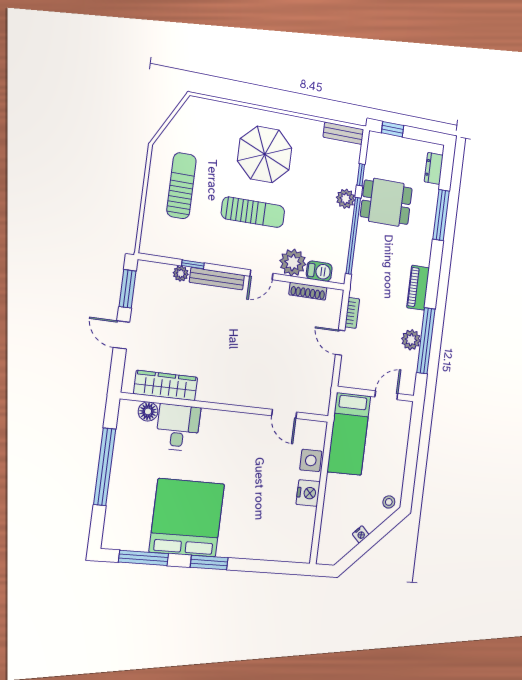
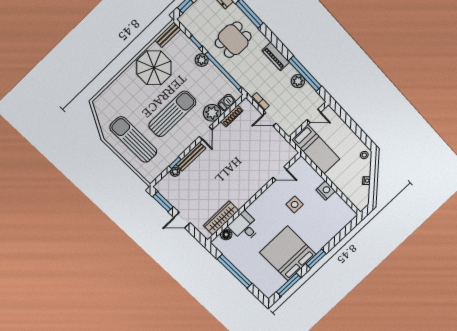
parasol: (265, 154) -> (154, 68), moved
sun lounger: (181, 186) -> (133, 140), width x1.36, depth x1.34
dining table: (386, 202) -> (233, 40), moved
sun lounger: (253, 212) -> (172, 114), width x1.36, depth x1.34
door: (386, 395) -> (314, 116), swing flipped
side table: (311, 460) -> (295, 204), moved

